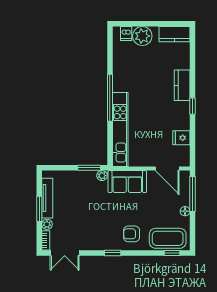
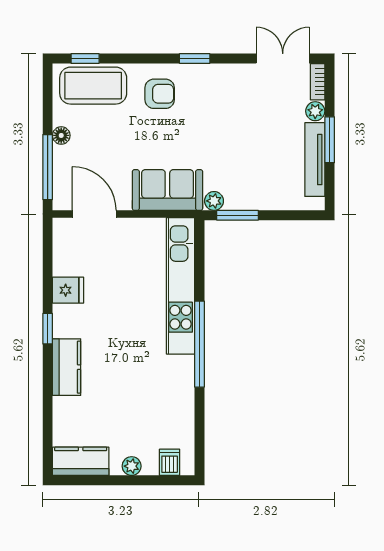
plant: (142, 36) -> (132, 466), width x0.53, depth x0.53
fridge: (181, 138) -> (68, 290), moved

